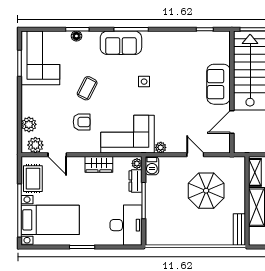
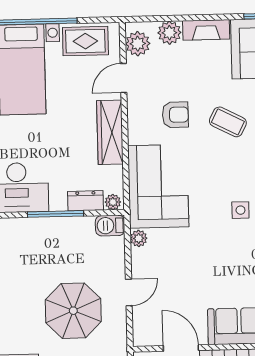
fireplace: (28, 101) -> (206, 30), added
armchair: (82, 122) -> (175, 115), turned -90
wardrobe: (99, 164) -> (110, 132), width x1.50

